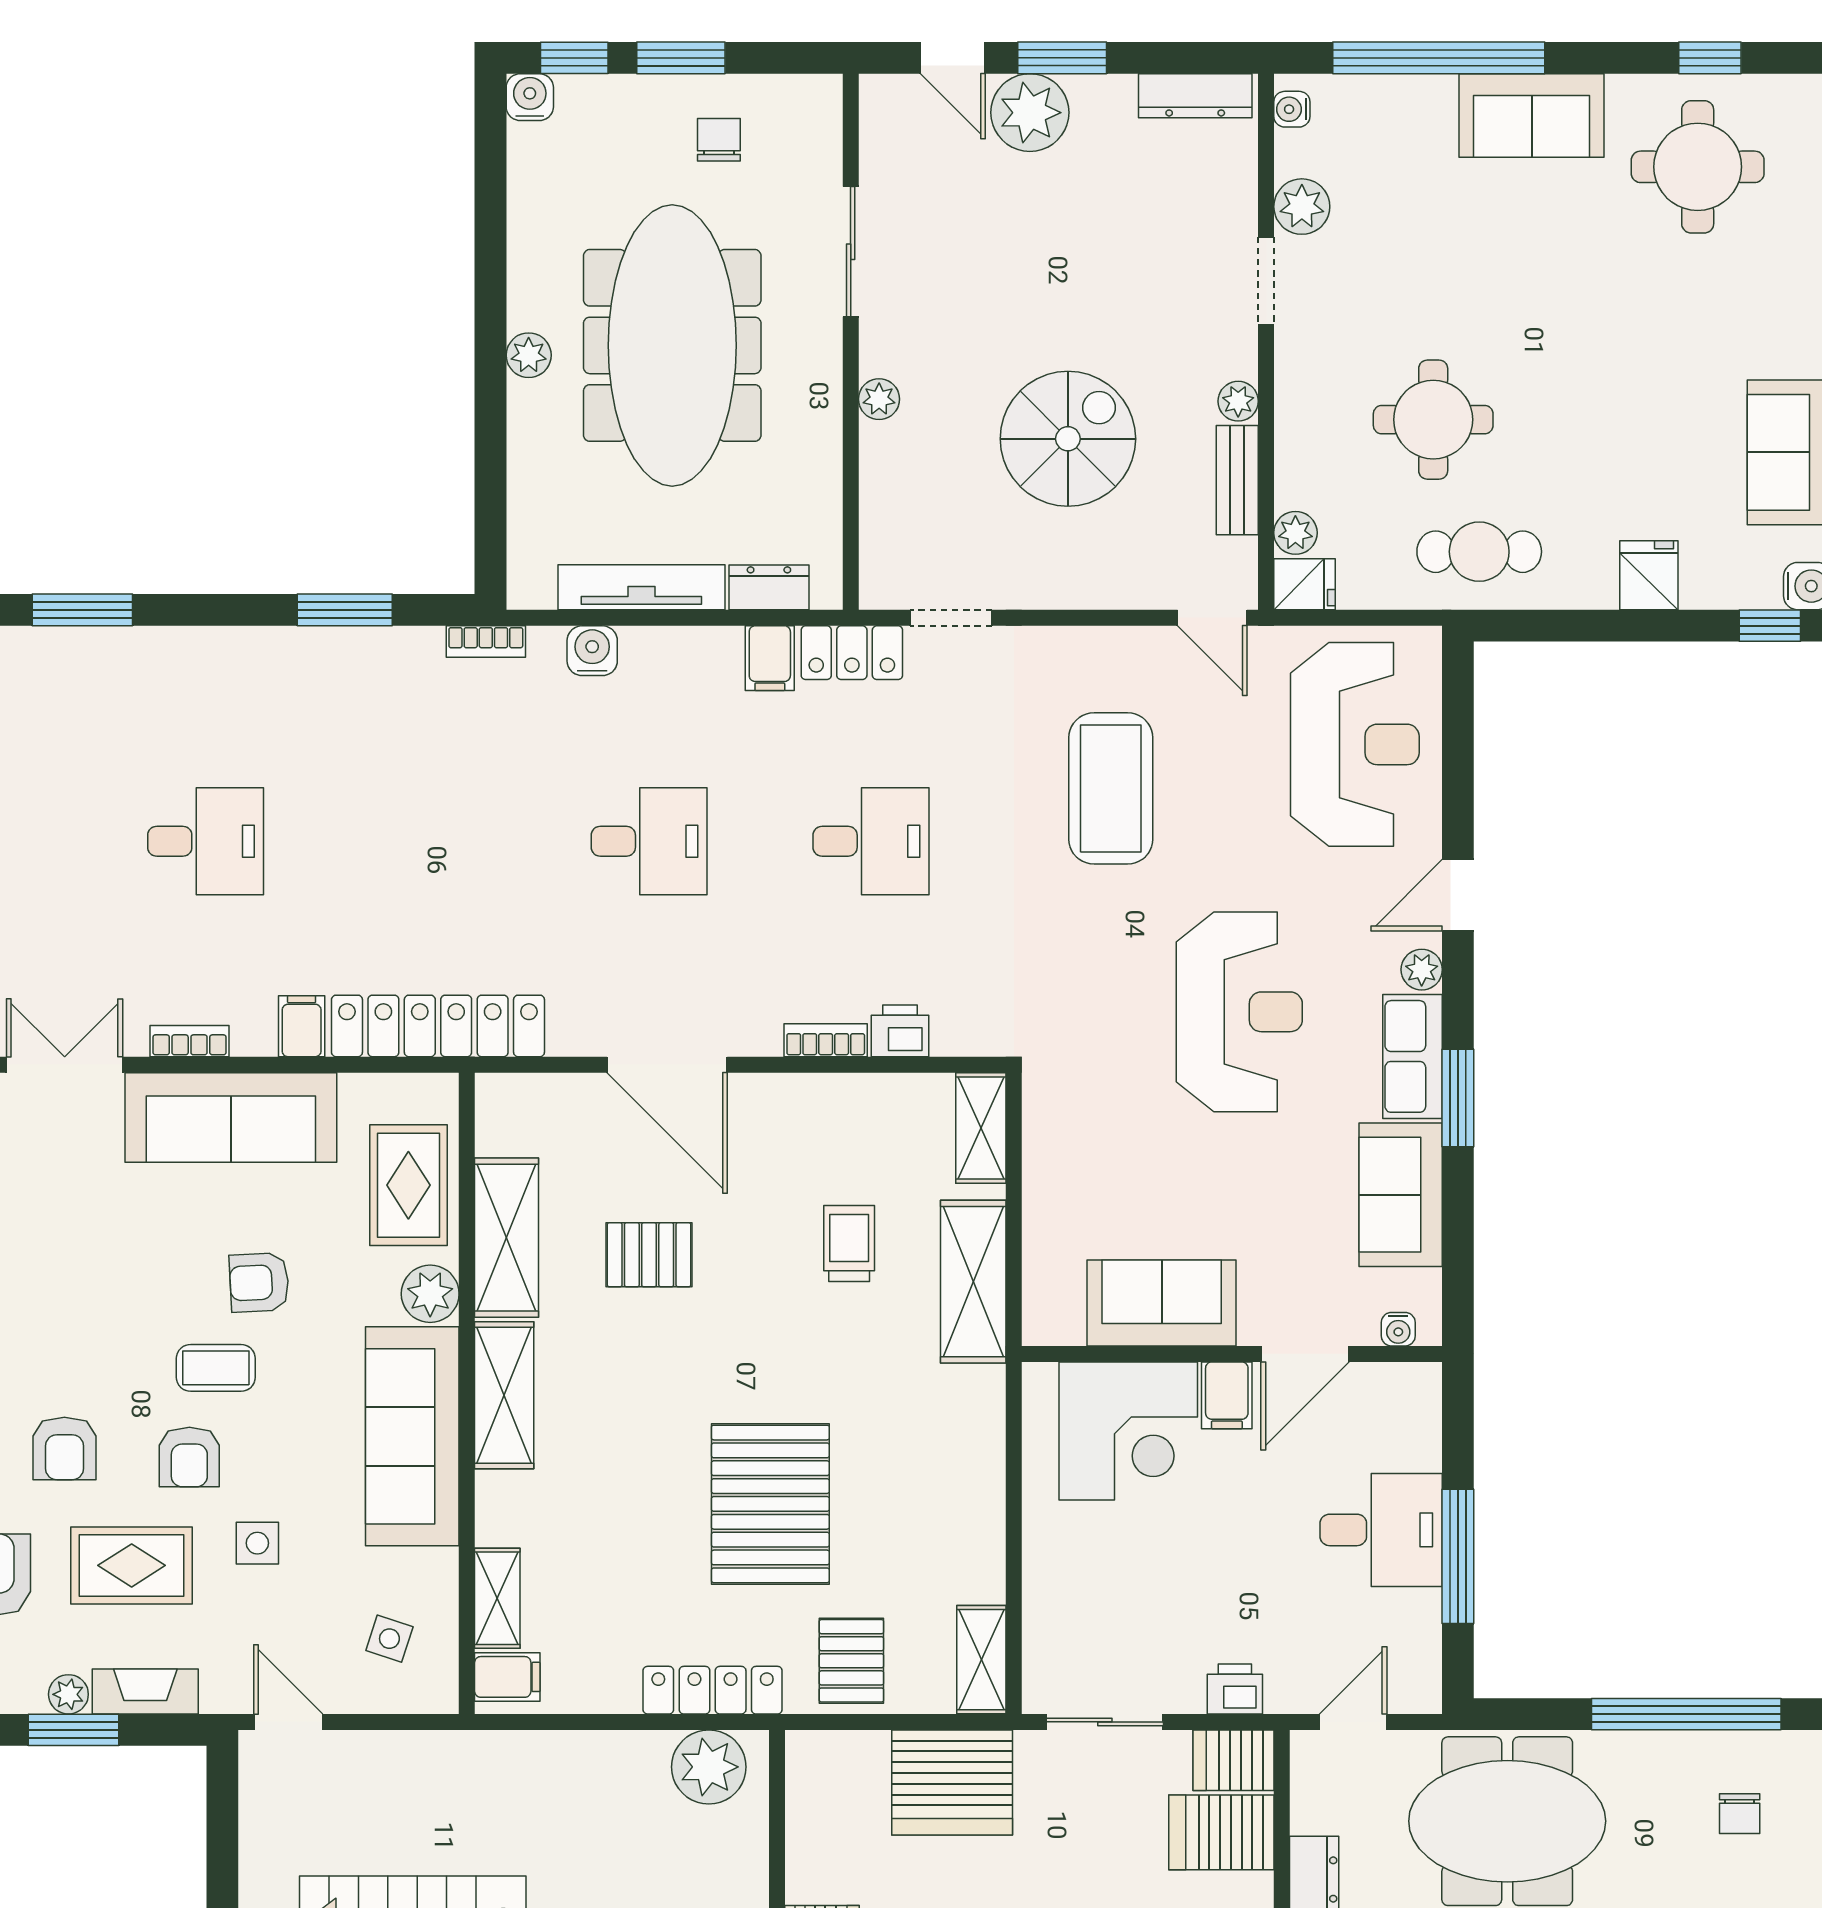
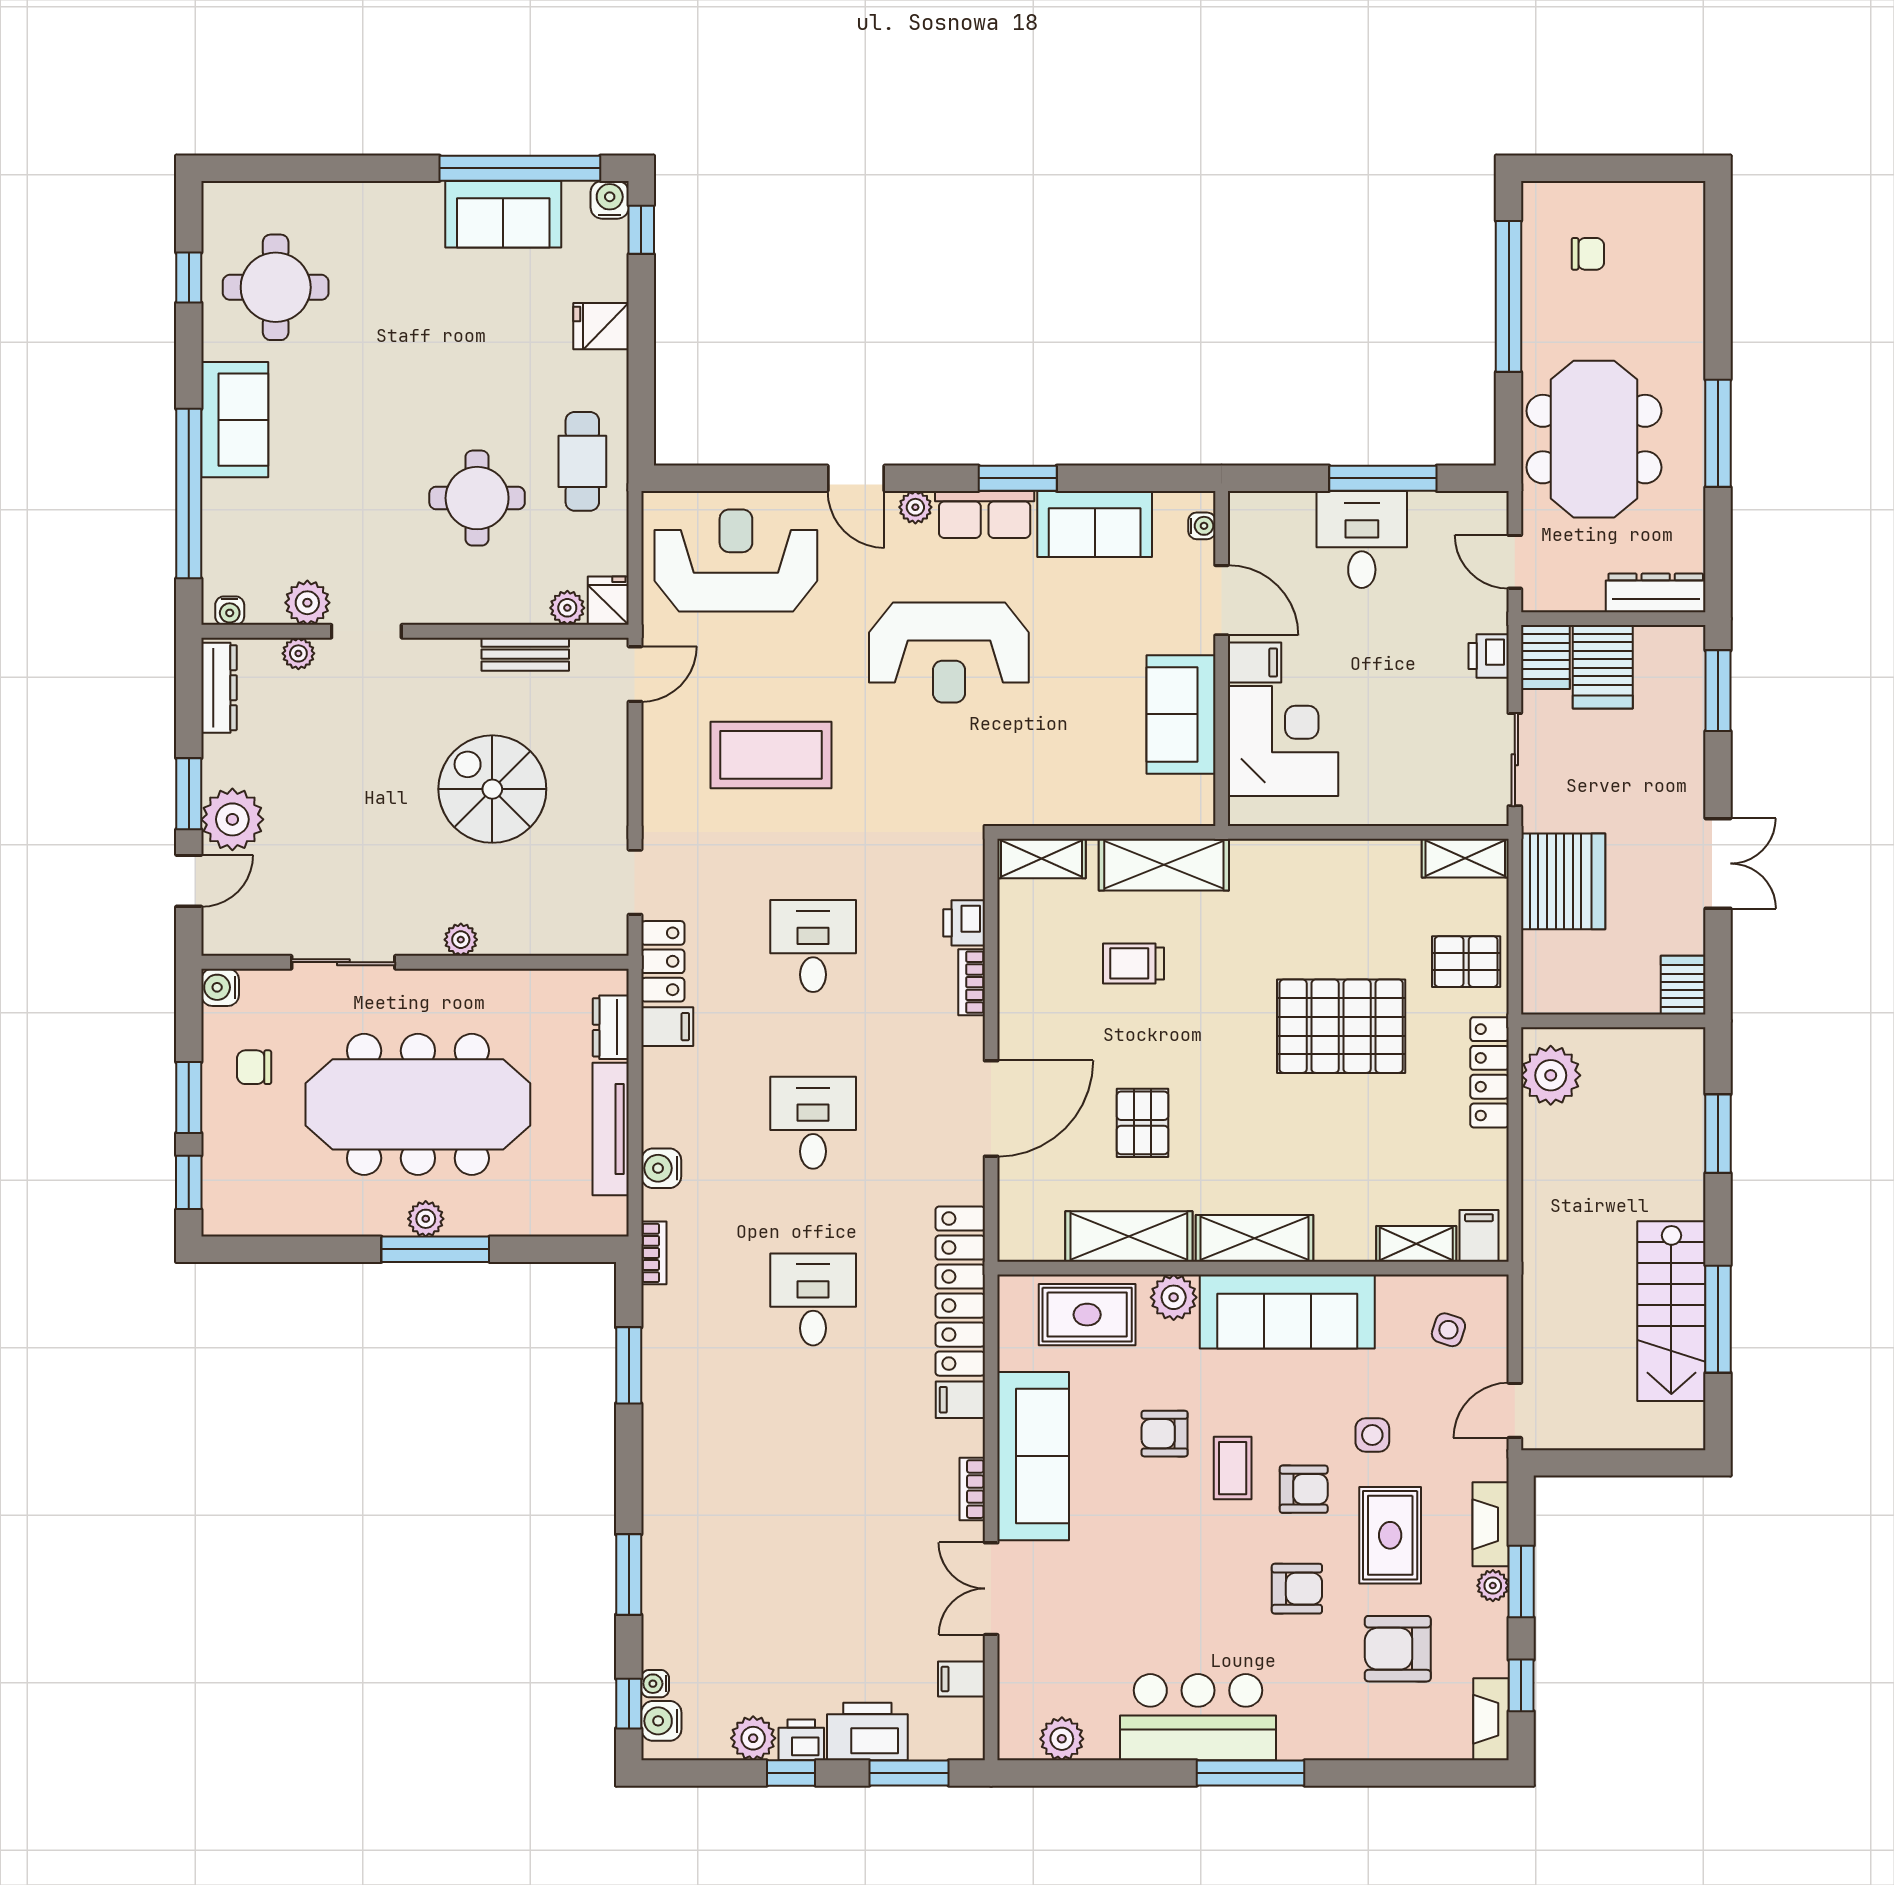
water cooler: (530, 97) -> (220, 987), moved
window: (490, 367) -> (435, 1249), added
plant: (1238, 401) -> (298, 653), moved
desk: (206, 841) -> (813, 1300), moved
reception desk: (1239, 1012) -> (949, 653), turned 180
armchair: (259, 1282) -> (1165, 1434), turned 93

